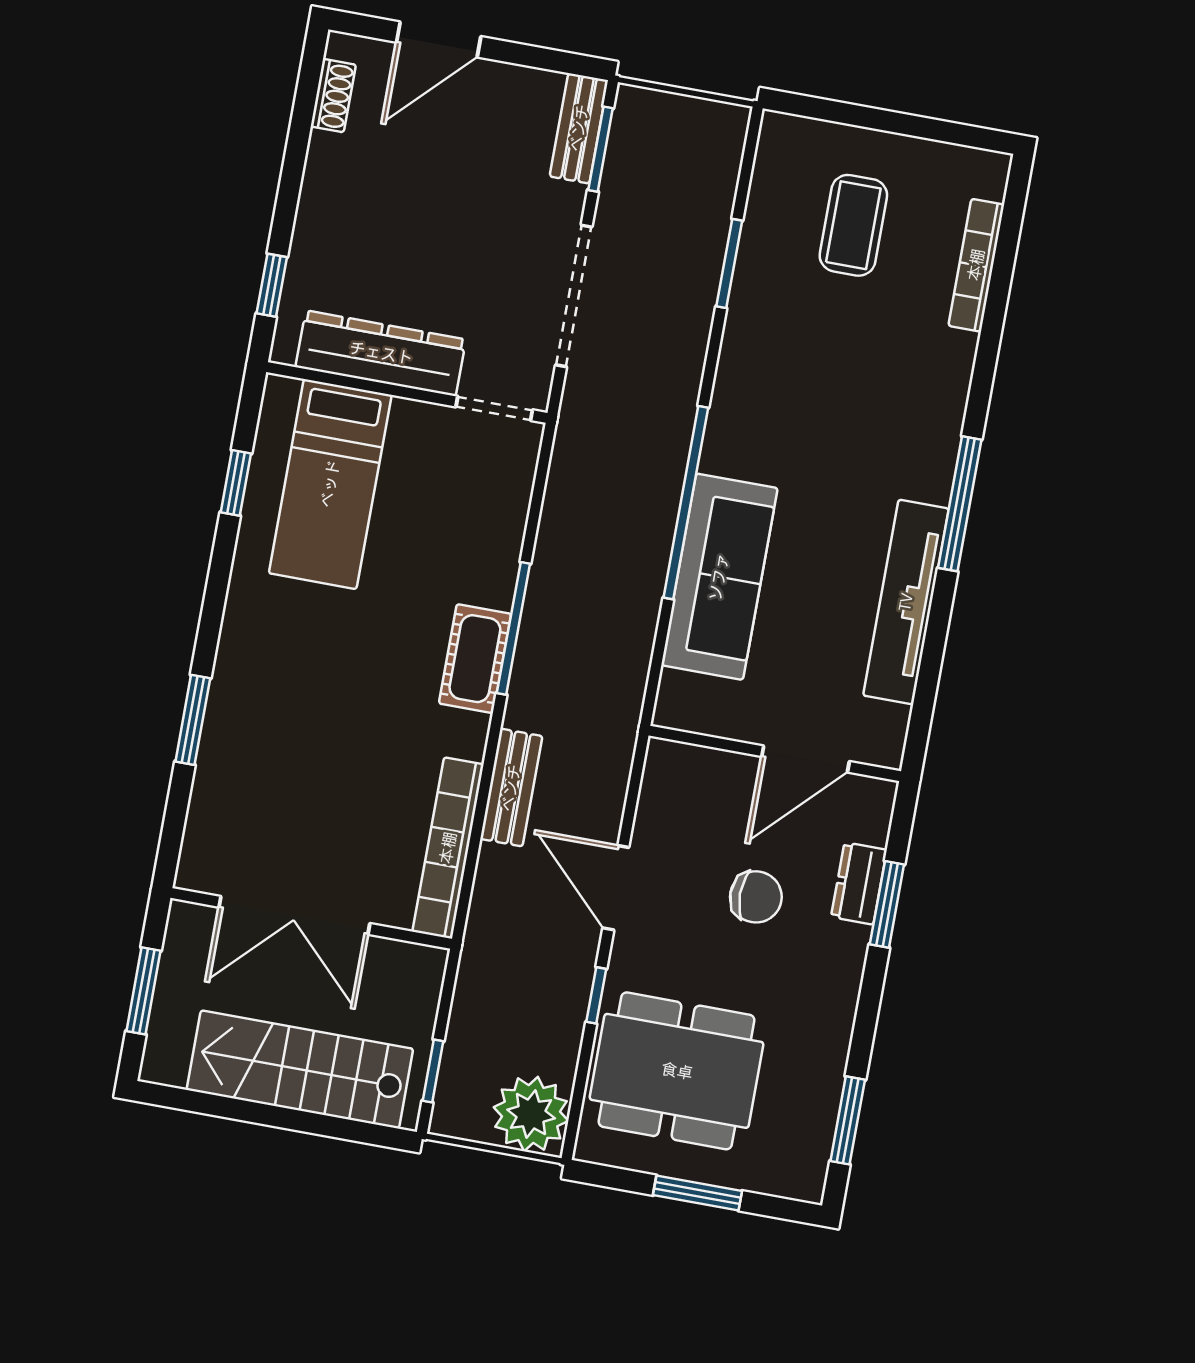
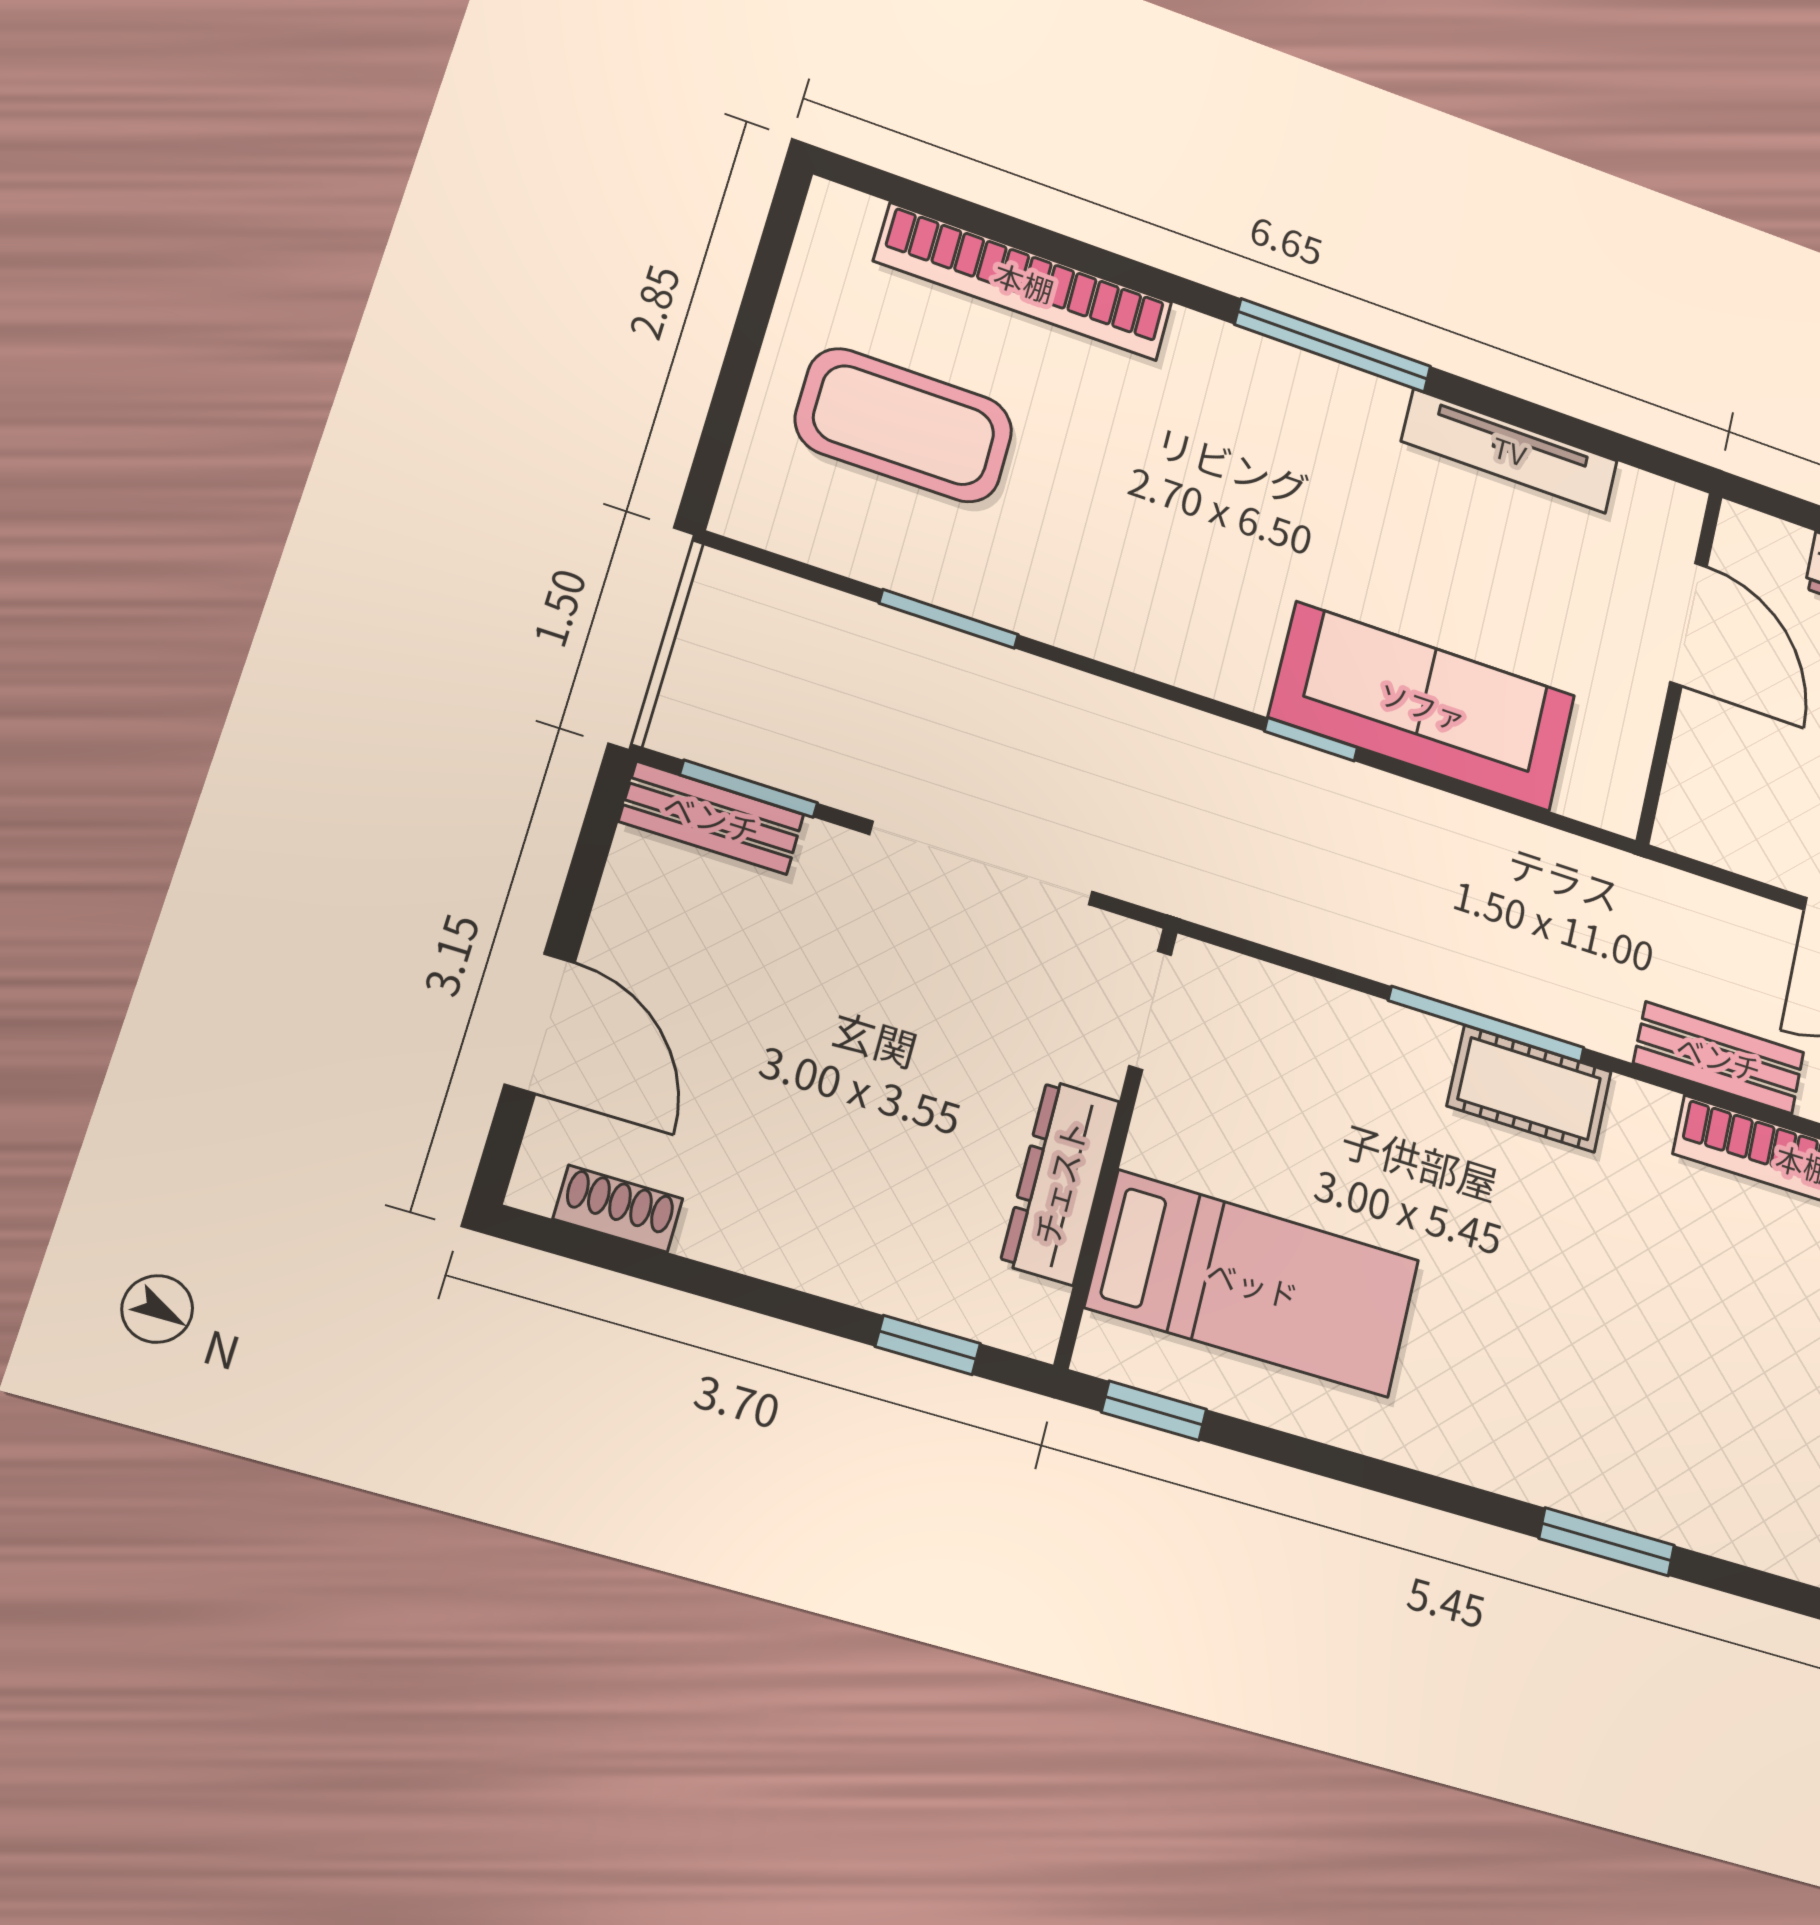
coffee table: (853, 225) -> (904, 425), width x1.36, depth x1.32
bookcase: (976, 265) -> (1024, 282), width x1.48, depth x1.31
dresser: (381, 353) -> (1060, 1182), width x0.73, depth x0.80
window: (236, 483) -> (1154, 1411), moved
window: (686, 503) -> (1311, 739), width x0.32
tv unit: (906, 602) -> (1510, 451), width x0.73, depth x0.78

